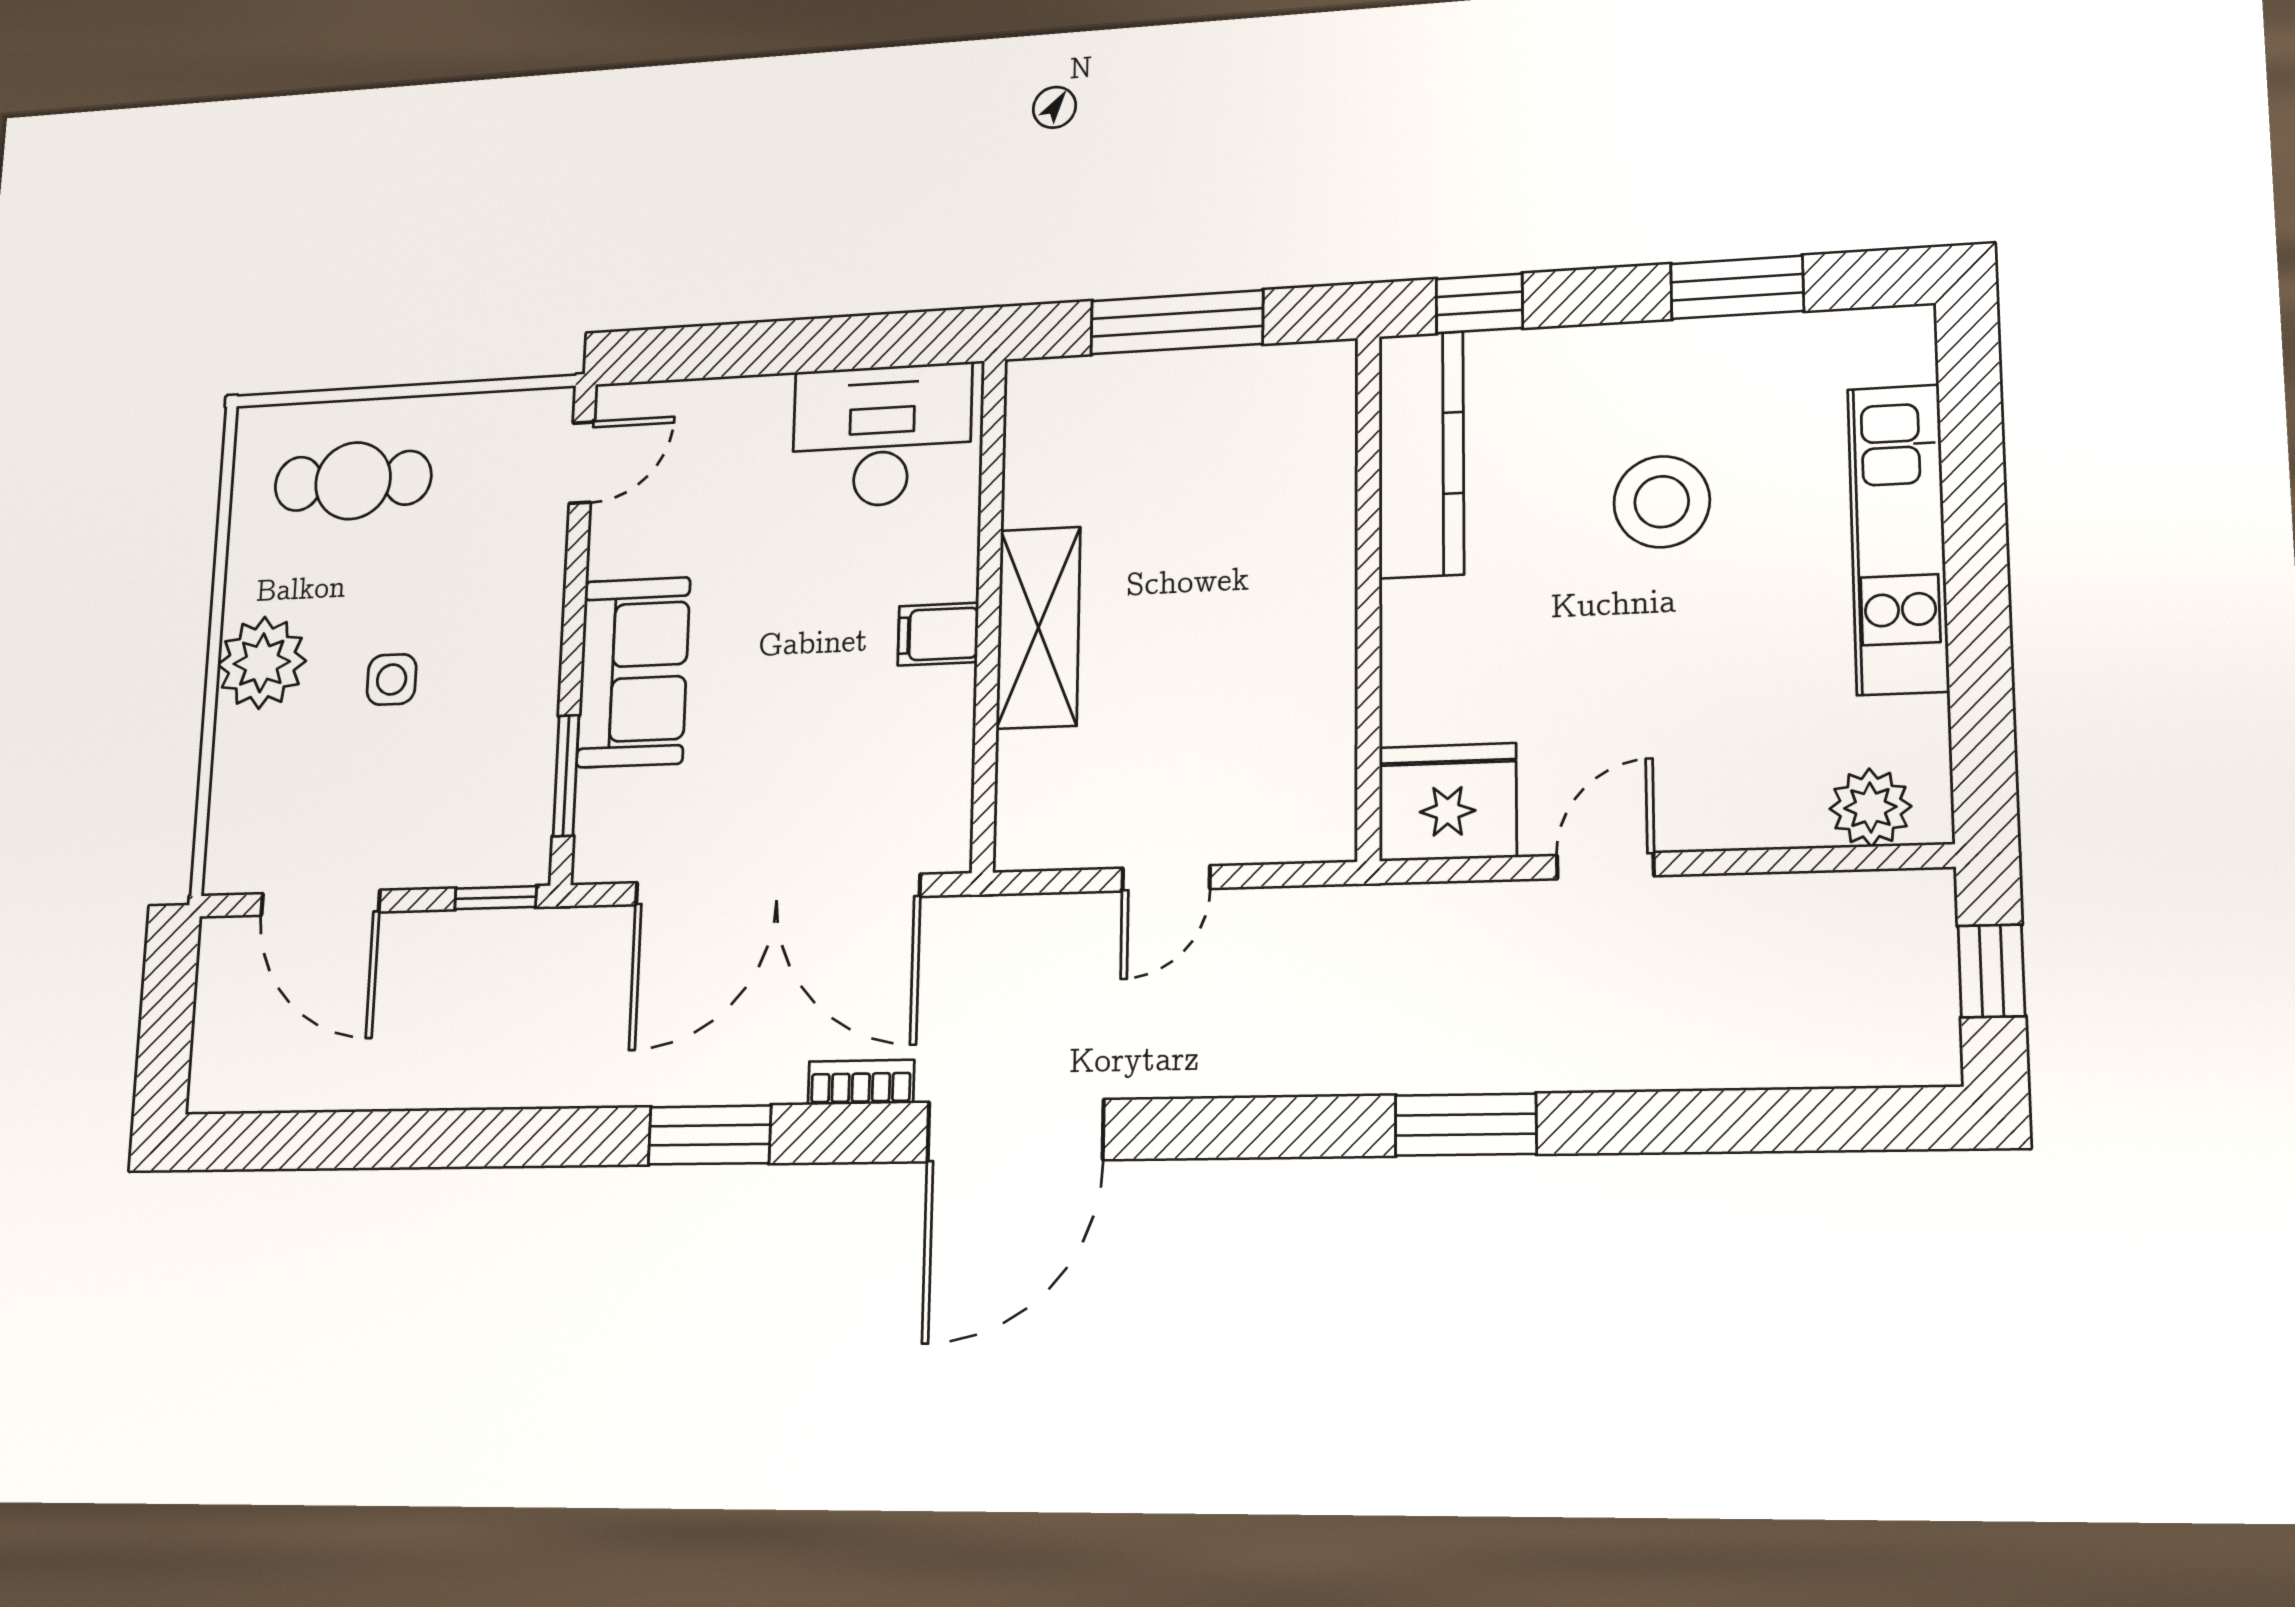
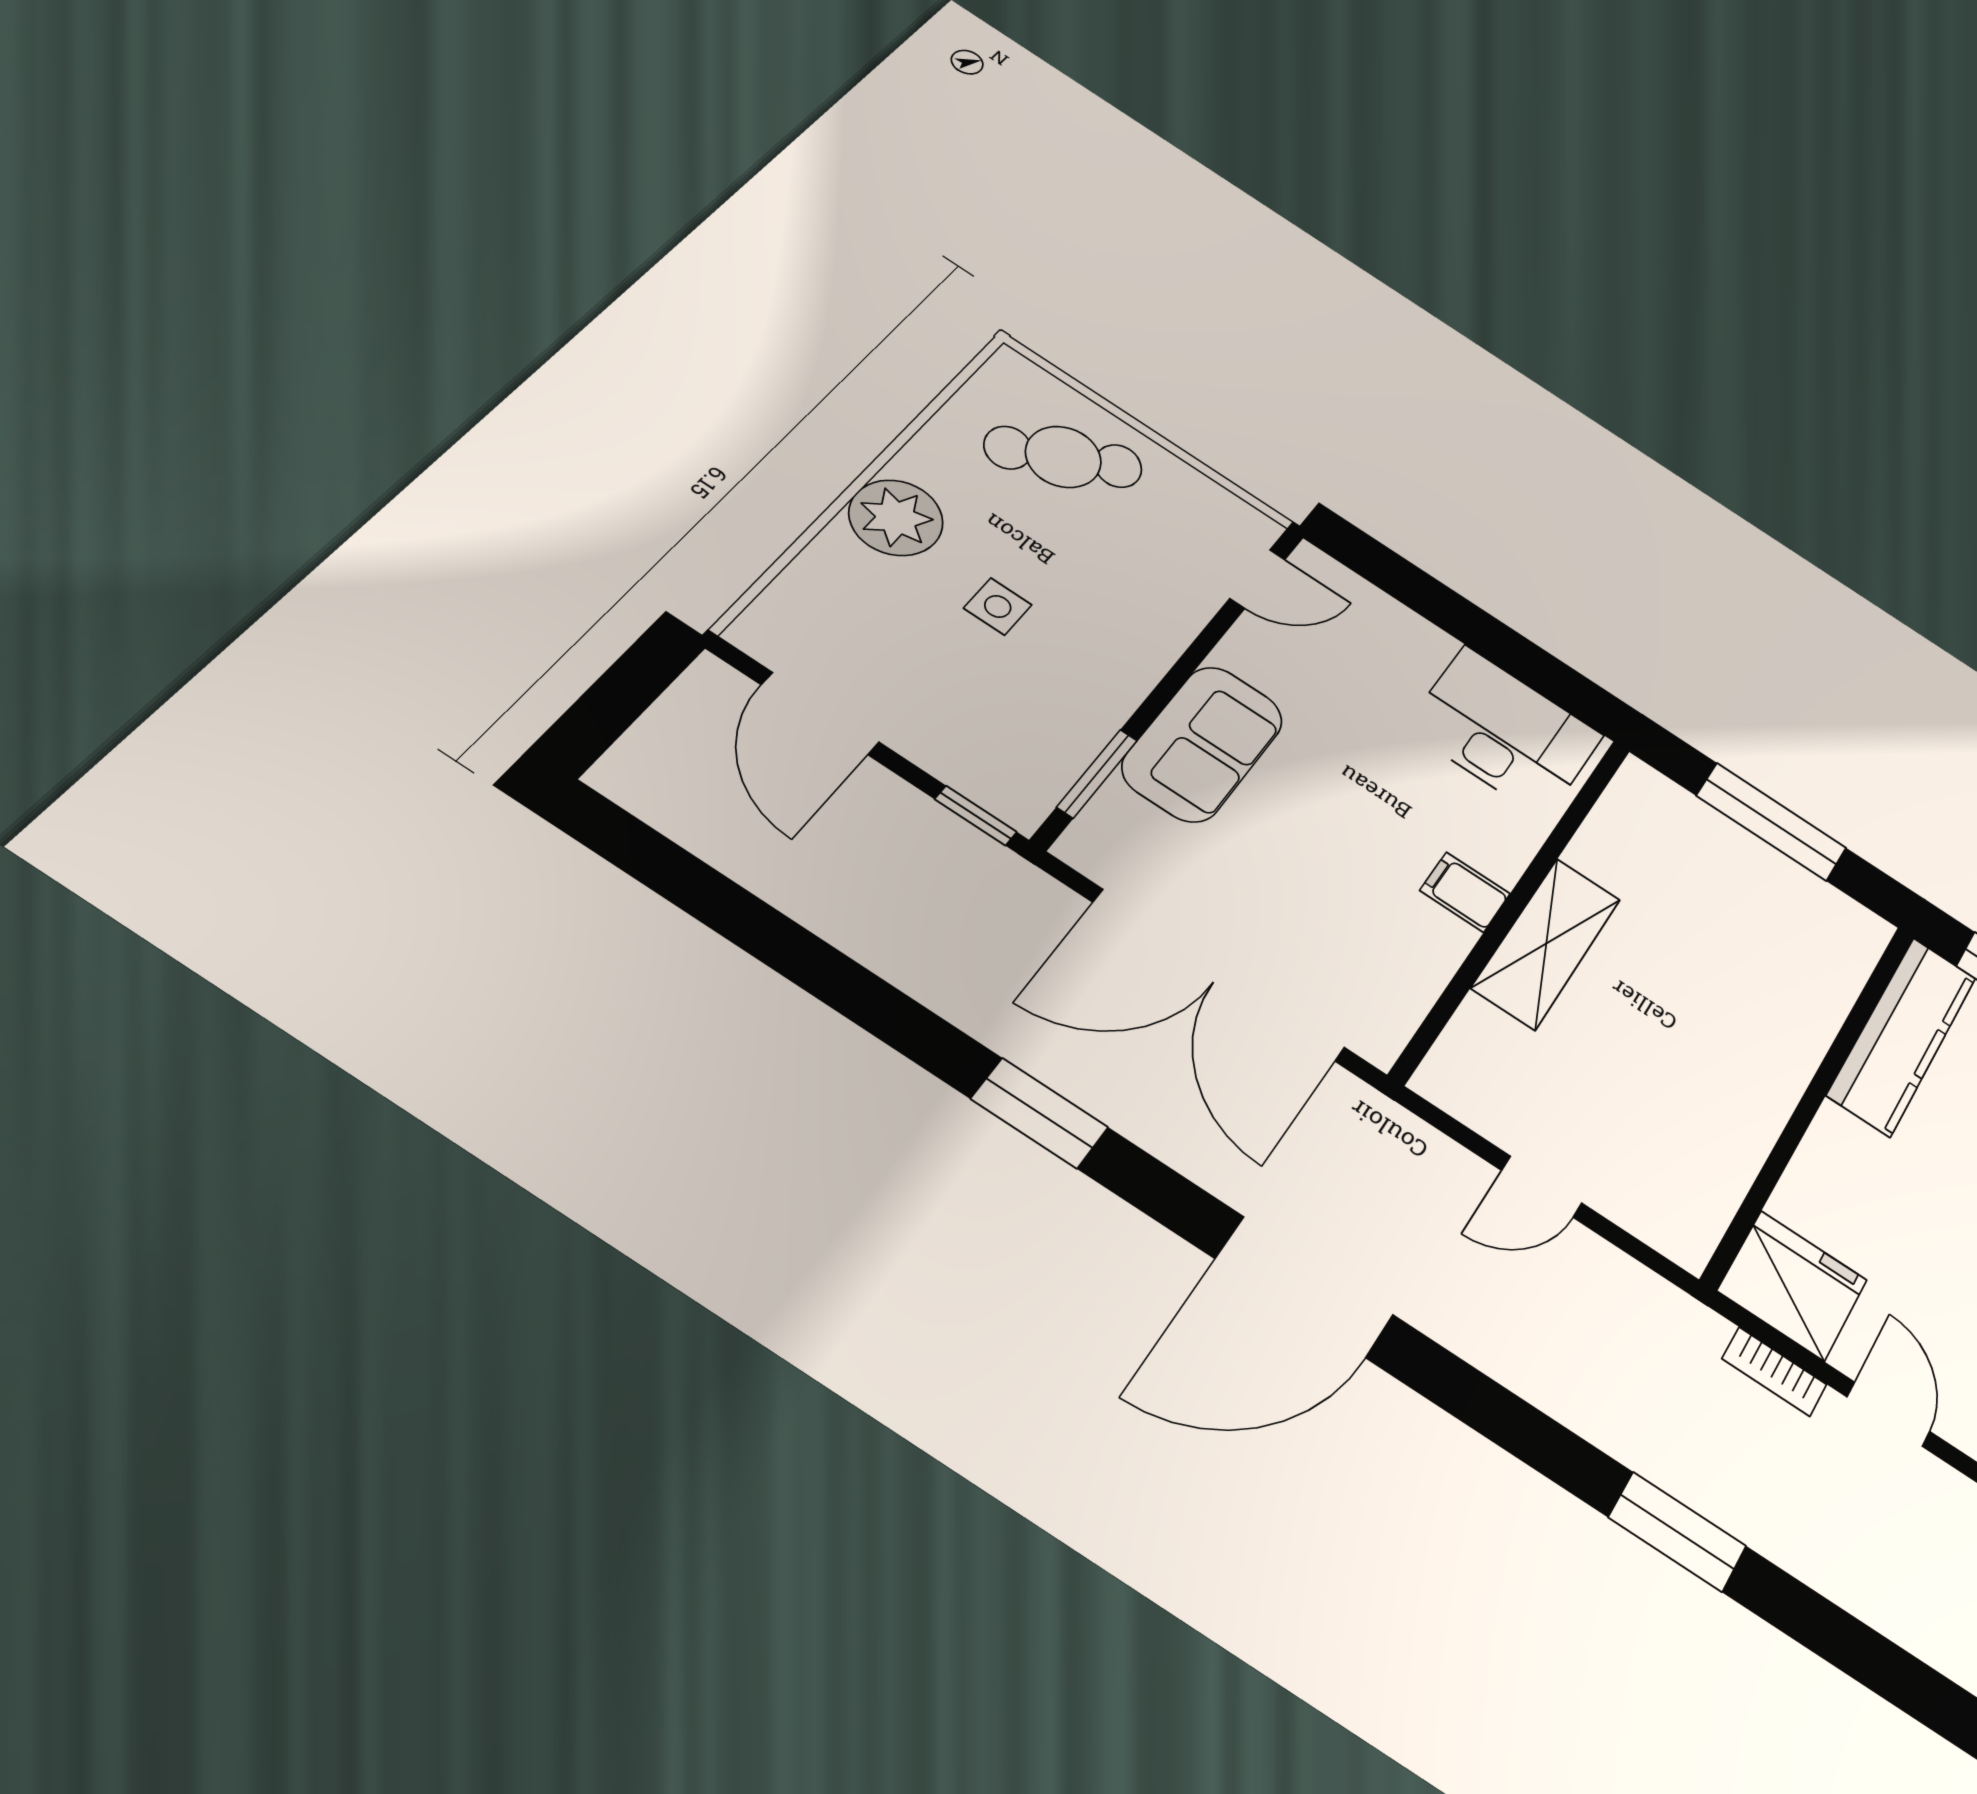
cafe table: (353, 481) -> (1063, 457), turned -31
door: (1605, 866) -> (1888, 1414), hinge flipped
bookcase: (861, 1082) -> (1774, 1372), moved, turned 180

